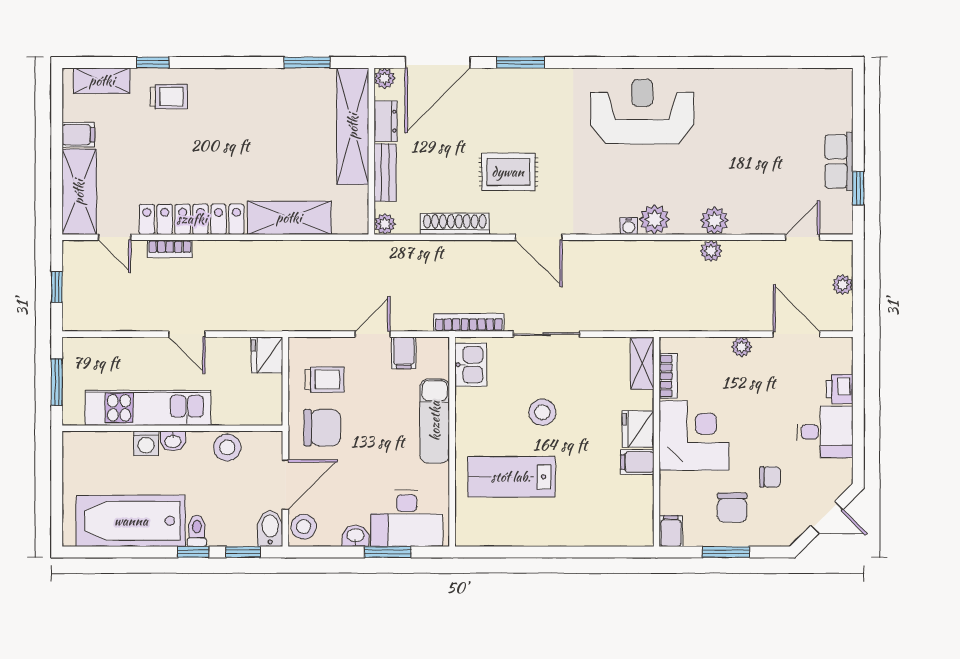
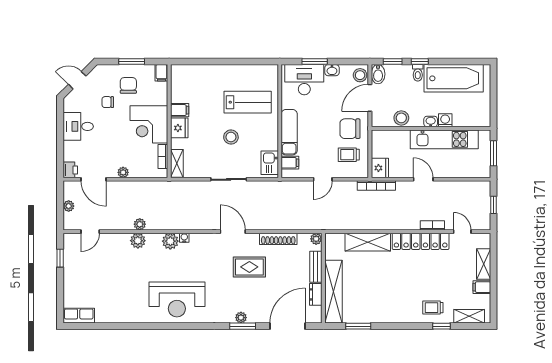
plant: (385, 78) -> (241, 318), moved
row of seats: (839, 161) -> (79, 316), moved, turned -90
shelving: (79, 192) -> (484, 264), width x0.67, depth x0.75
bookcase: (469, 322) -> (376, 186), moved
filing cabinet: (404, 353) -> (290, 163), moved, turned 90
printer: (840, 389) -> (70, 170), moved

